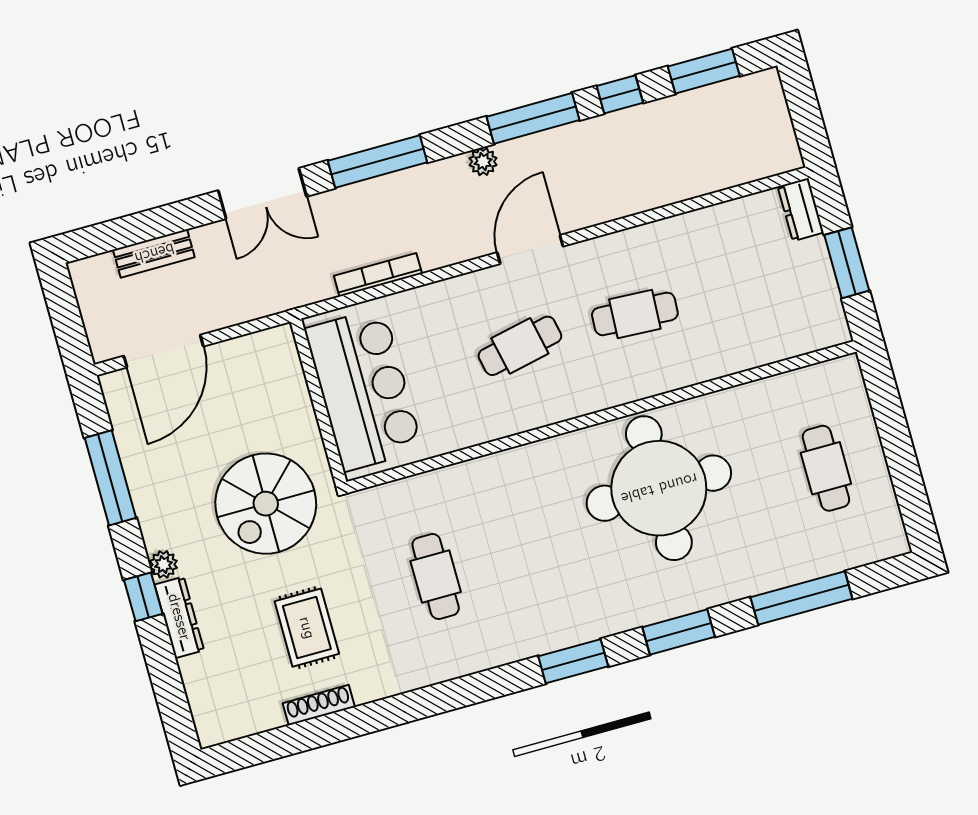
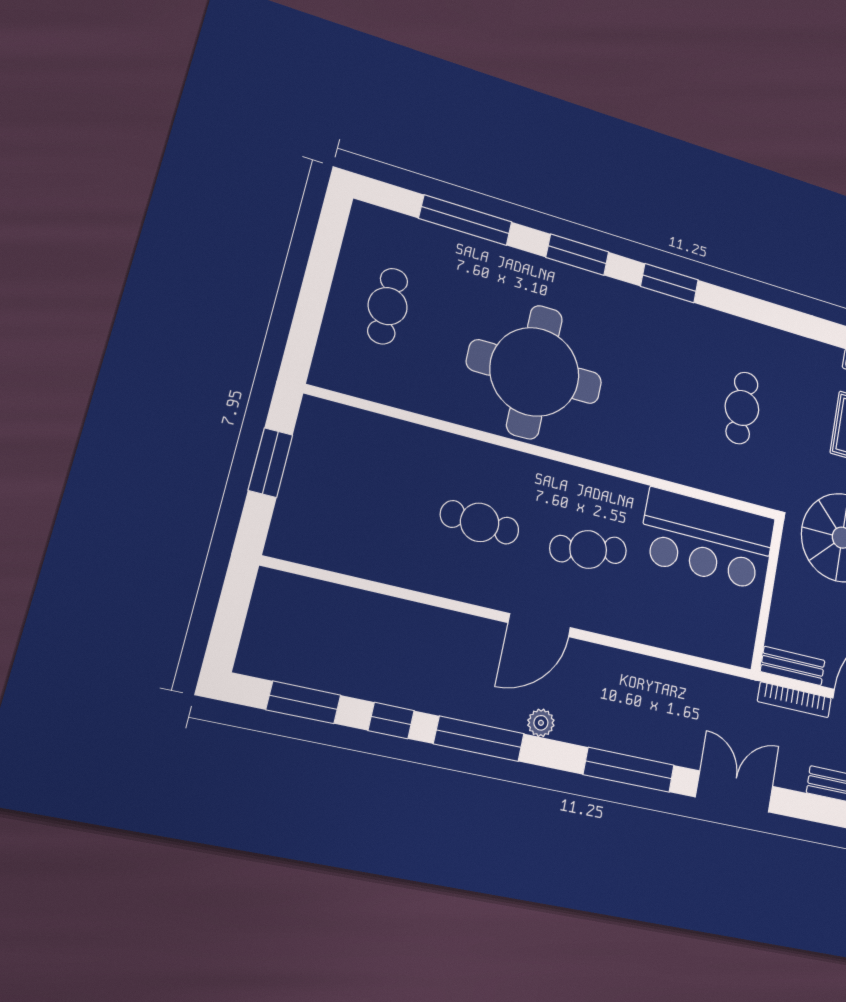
dresser: (801, 210) -> (285, 531), removed
bookcase: (378, 275) -> (794, 700), moved
bench: (259, 345) -> (793, 666), added
bar counter: (364, 389) -> (707, 539), moved, turned -90

